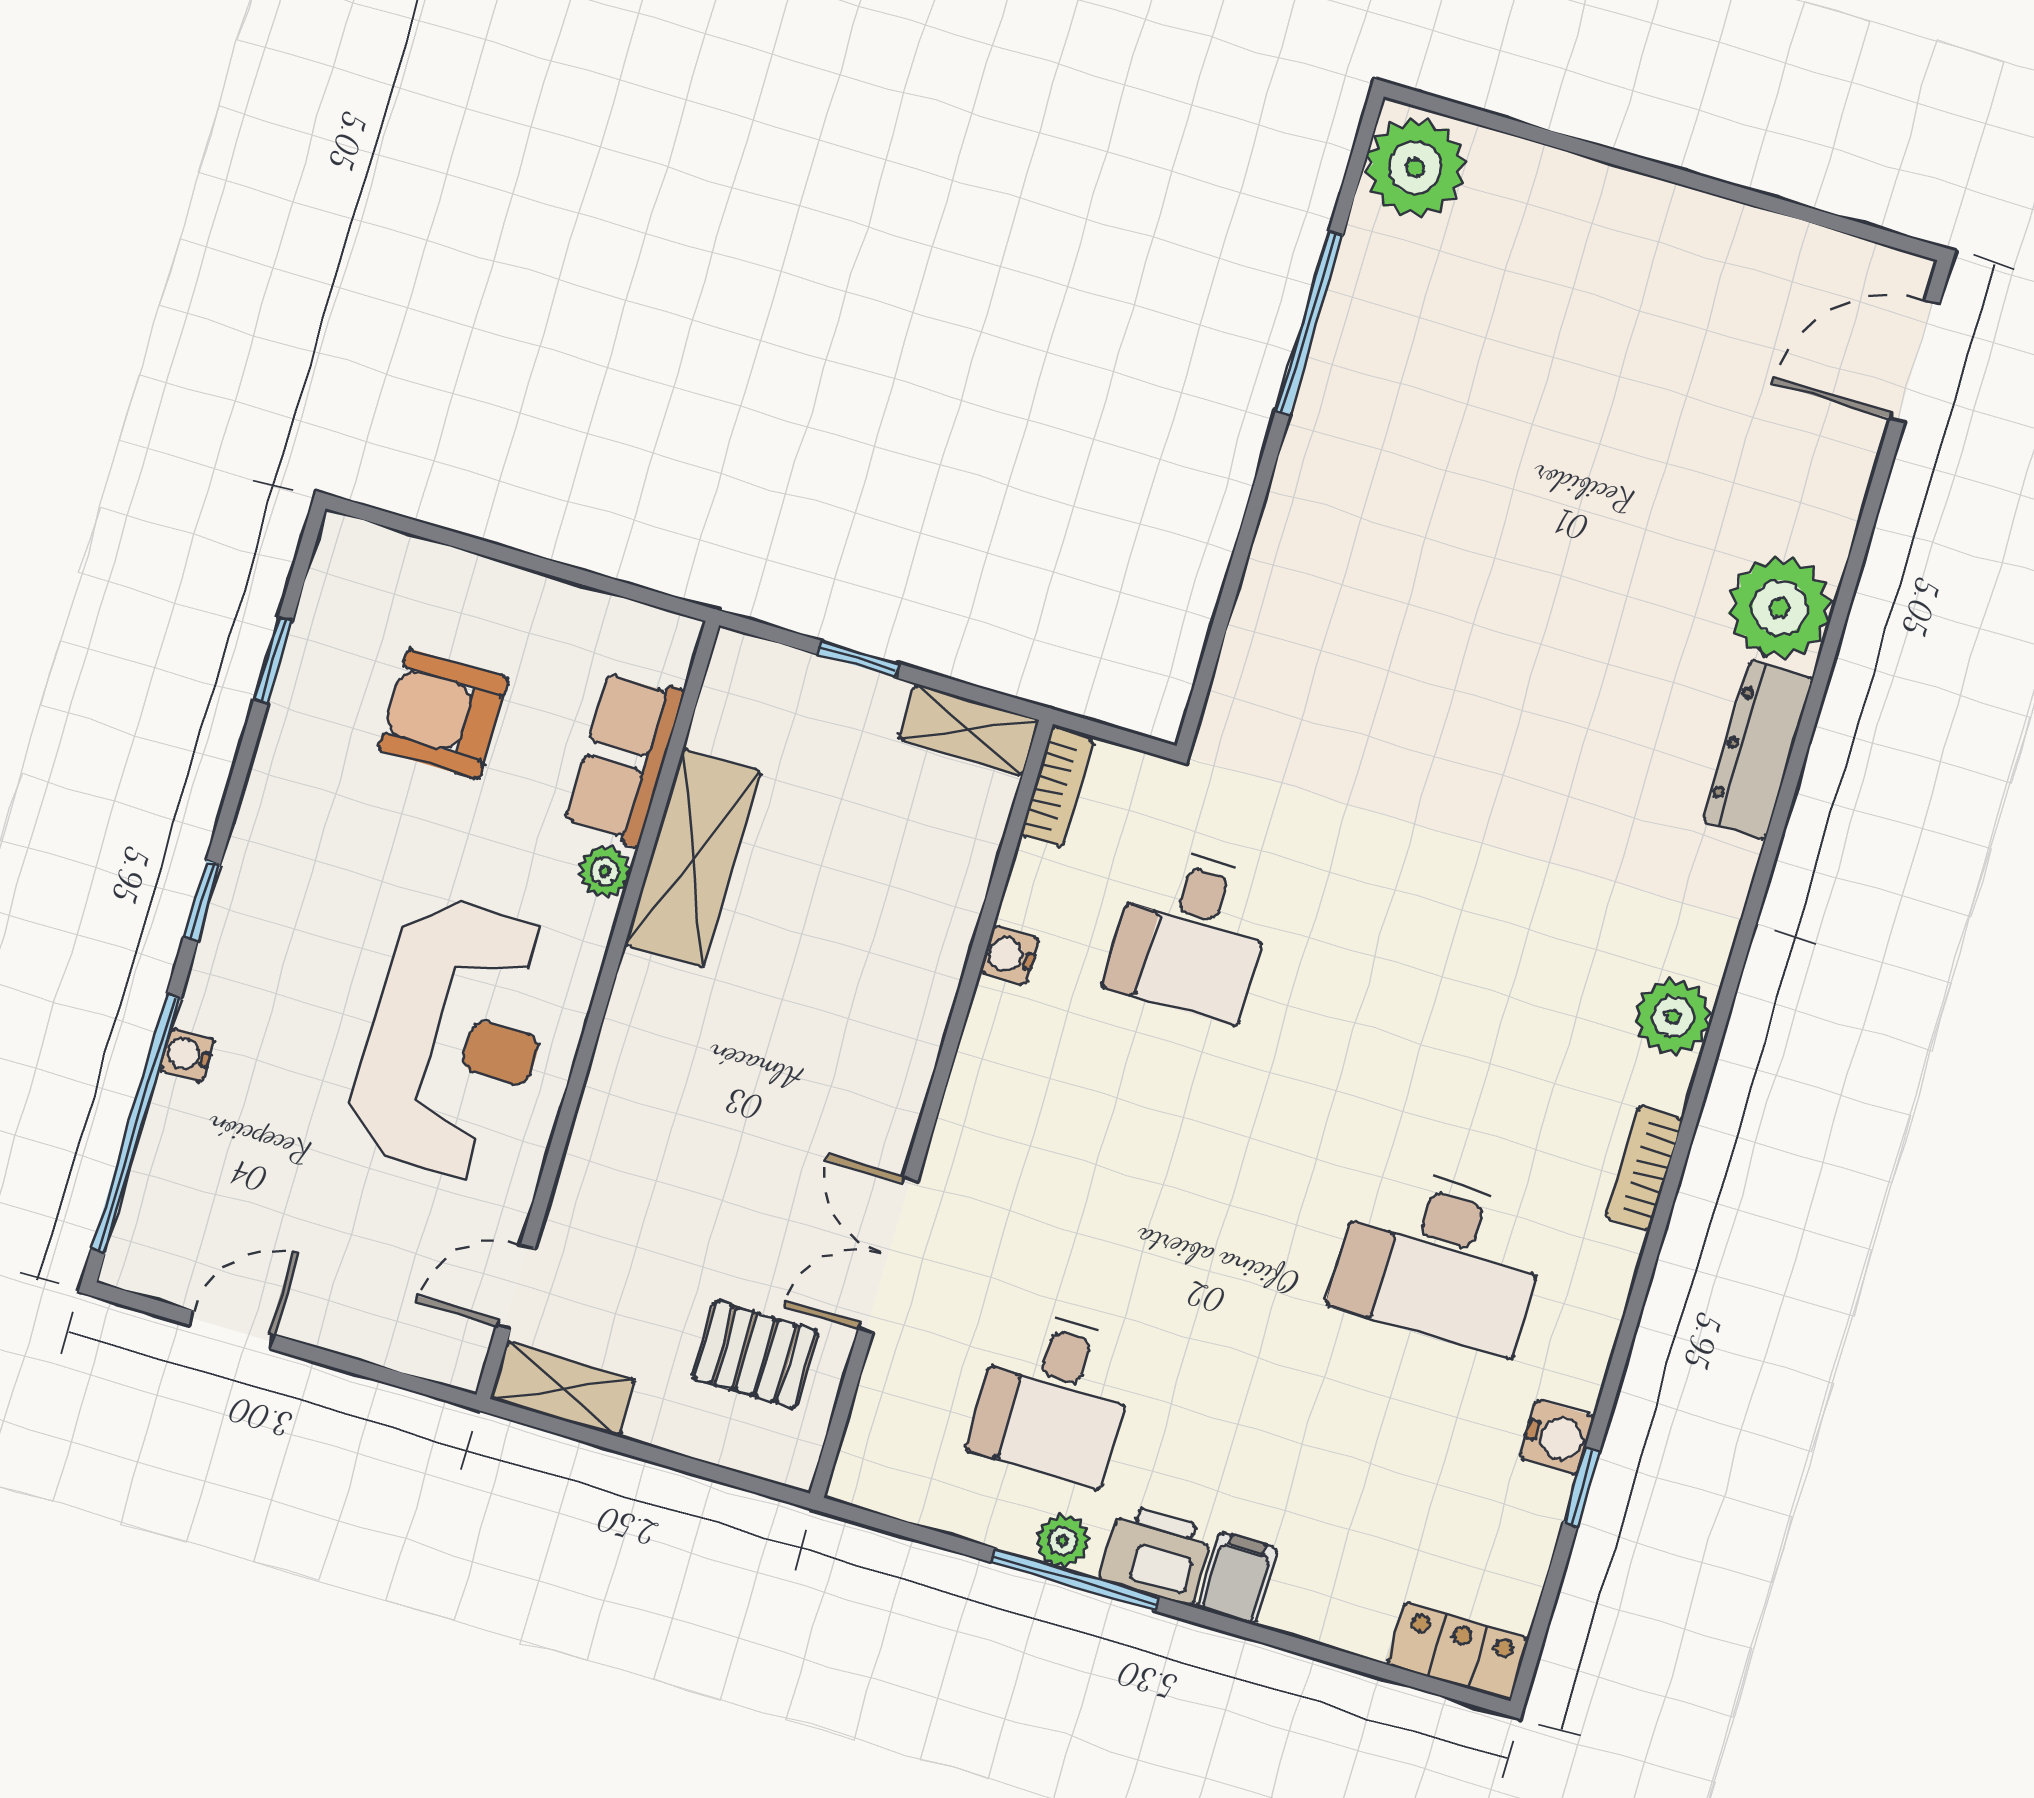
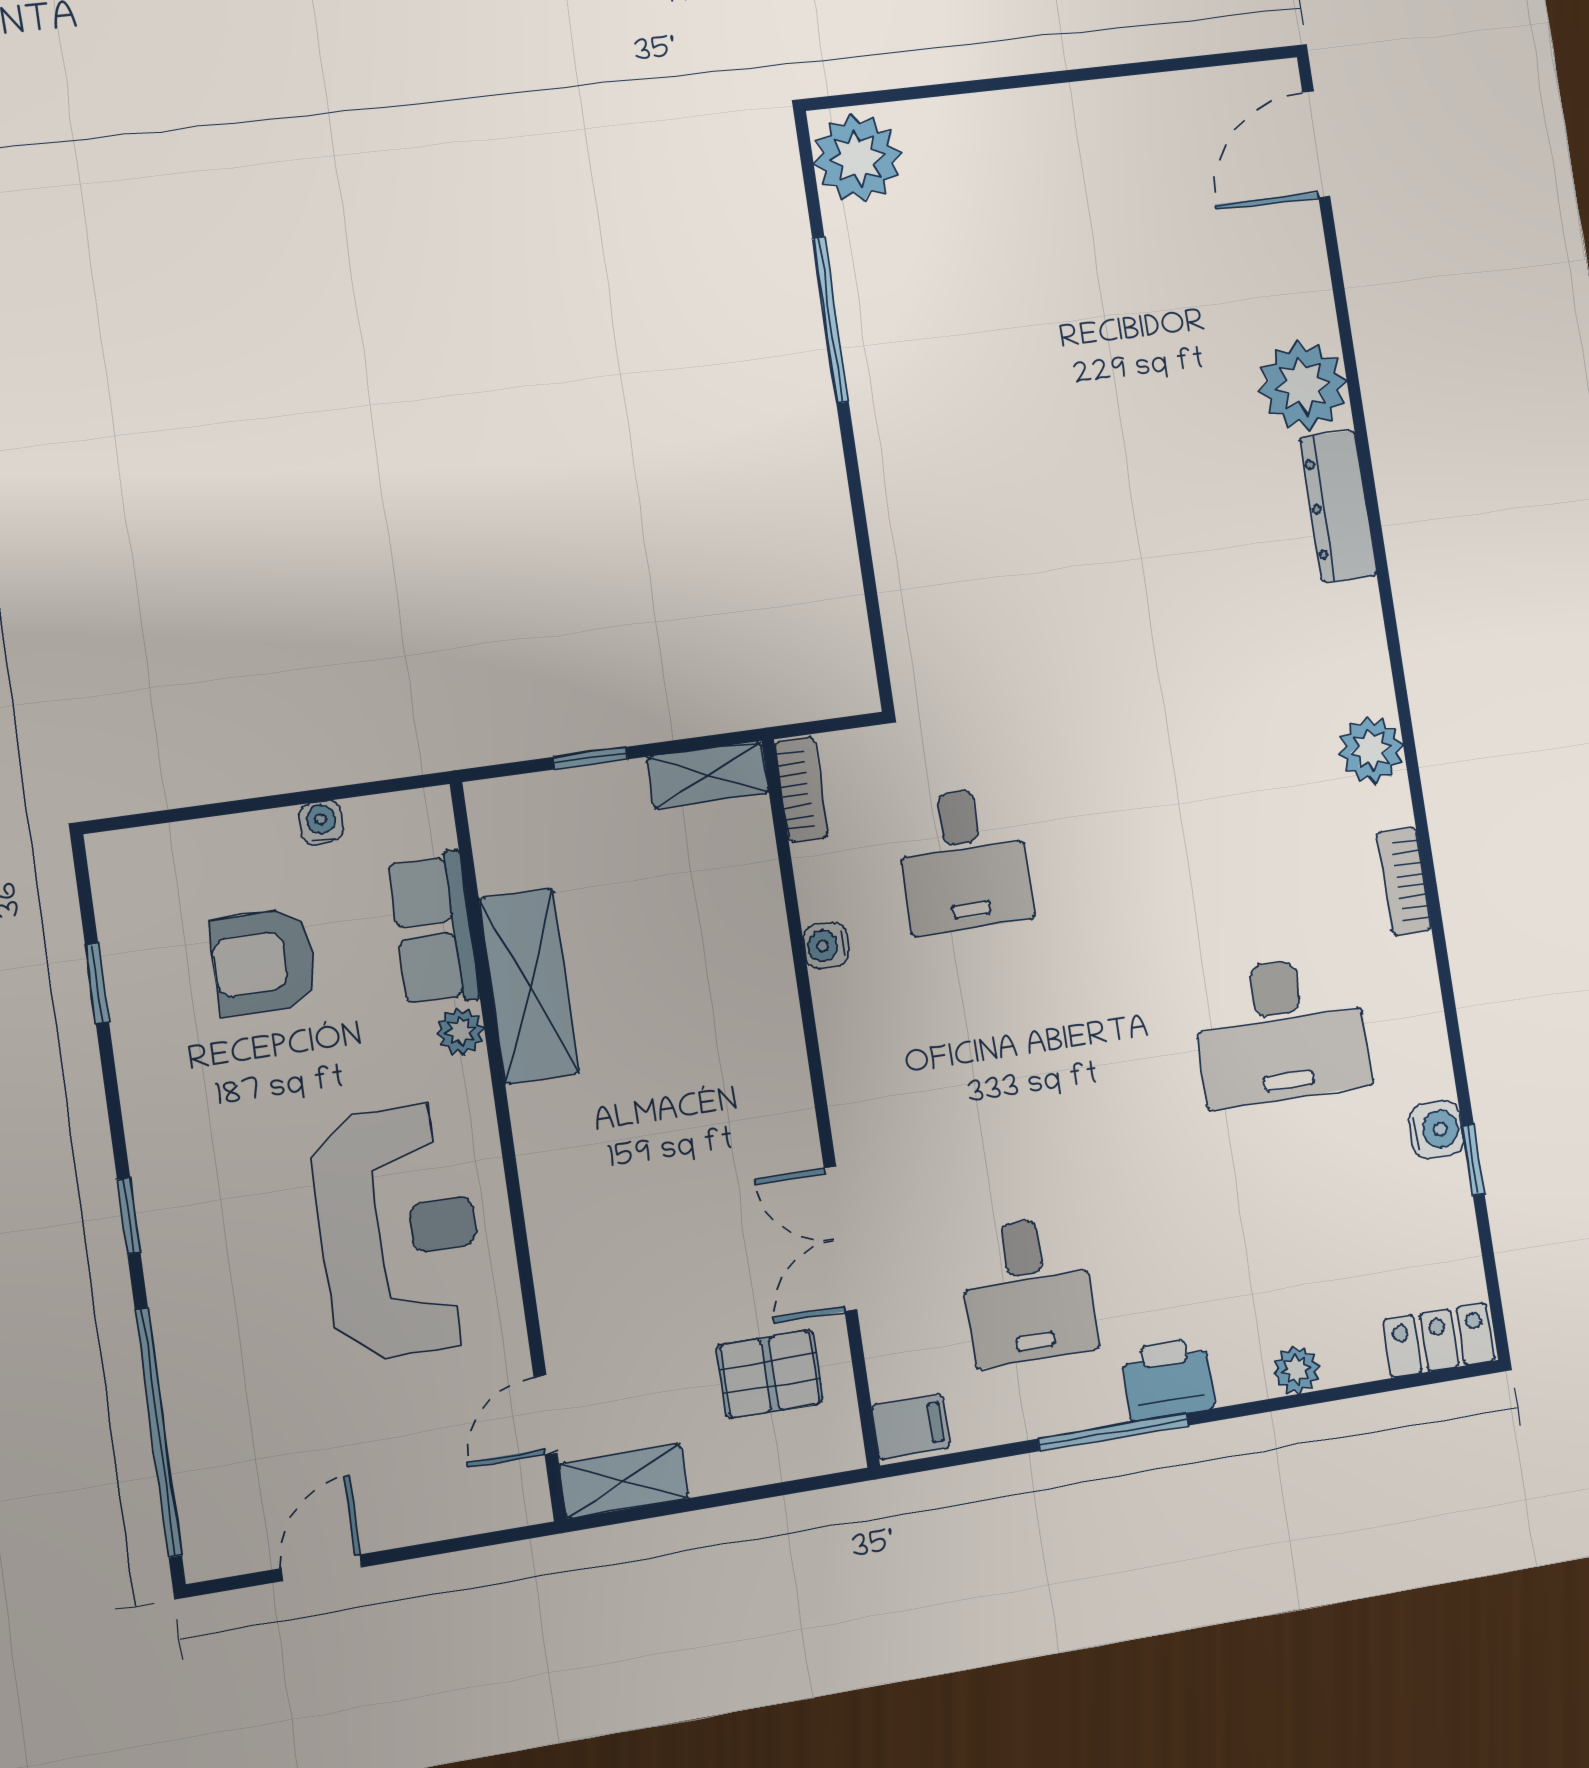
water cooler: (187, 1055) -> (321, 822), moved, turned 90
plant: (1063, 1541) -> (1296, 1370), moved
filing cabinet: (1237, 1578) -> (911, 1427), moved, turned 90

